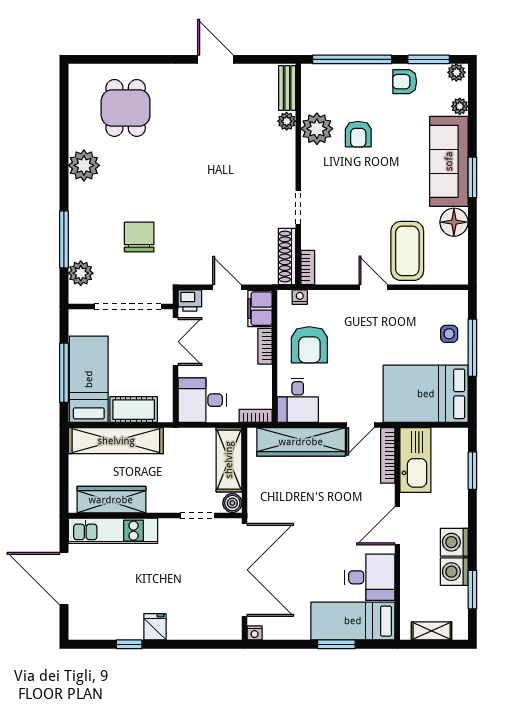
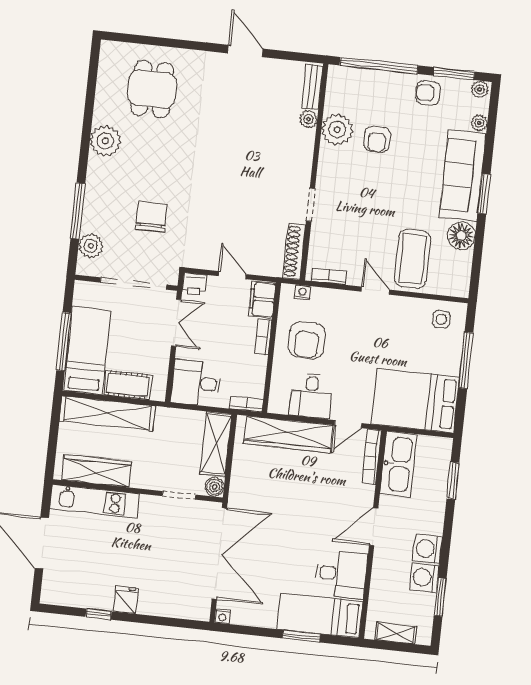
bookcase: (308, 267) -> (329, 276), moved, turned -90
side table: (449, 334) -> (441, 319), moved
desk: (298, 400) -> (311, 396), moved

